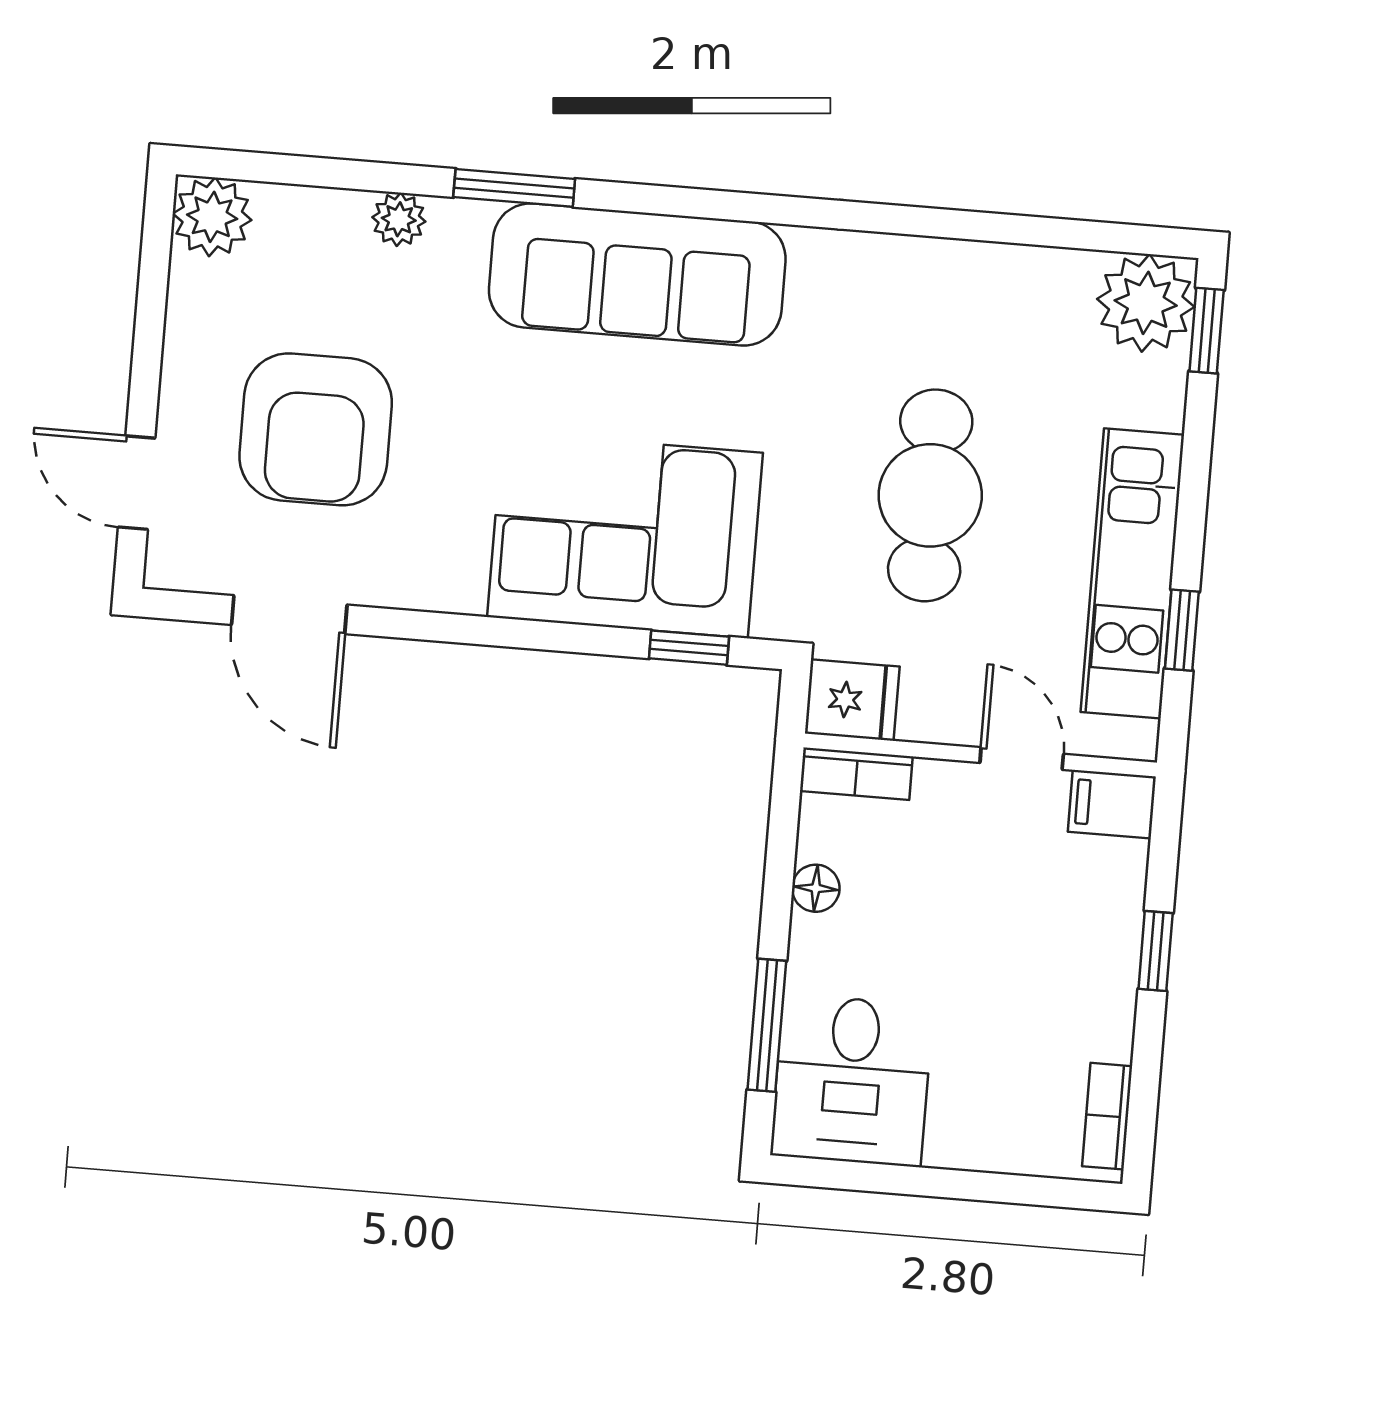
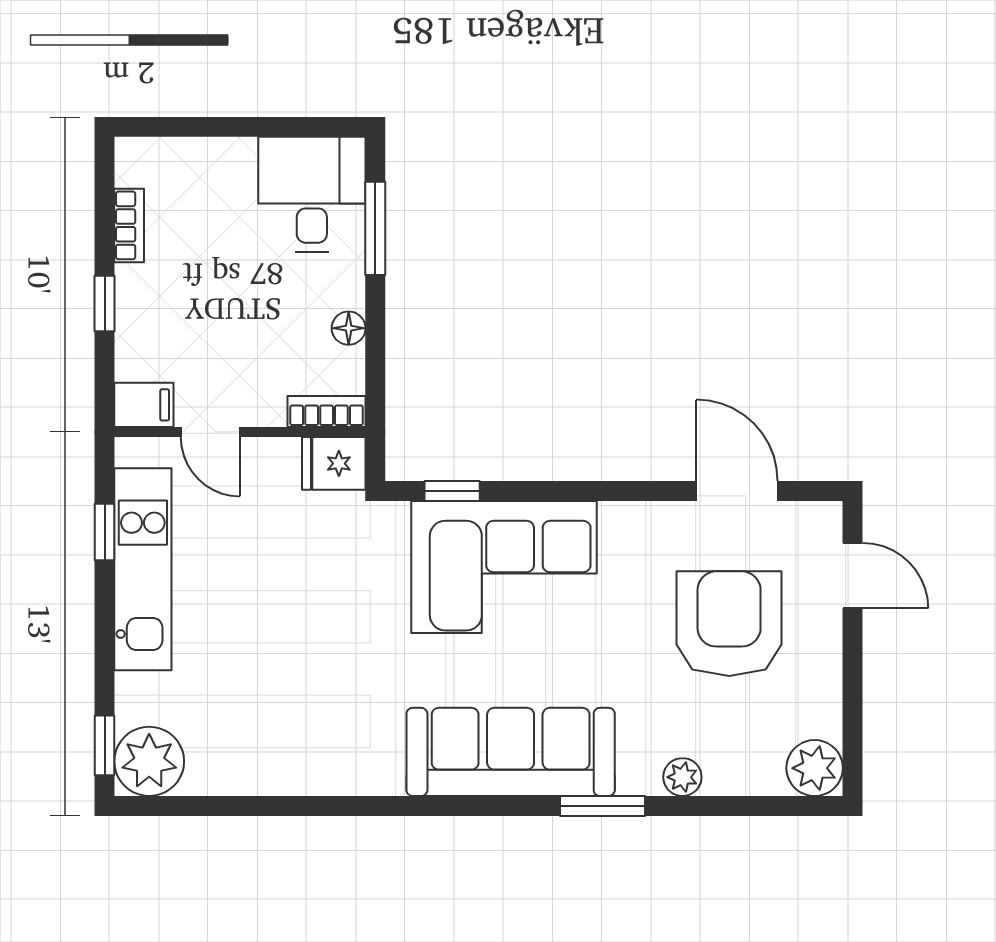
cafe table: (930, 495) -> (290, 613), removed
bookcase: (1107, 1116) -> (129, 225), moved

